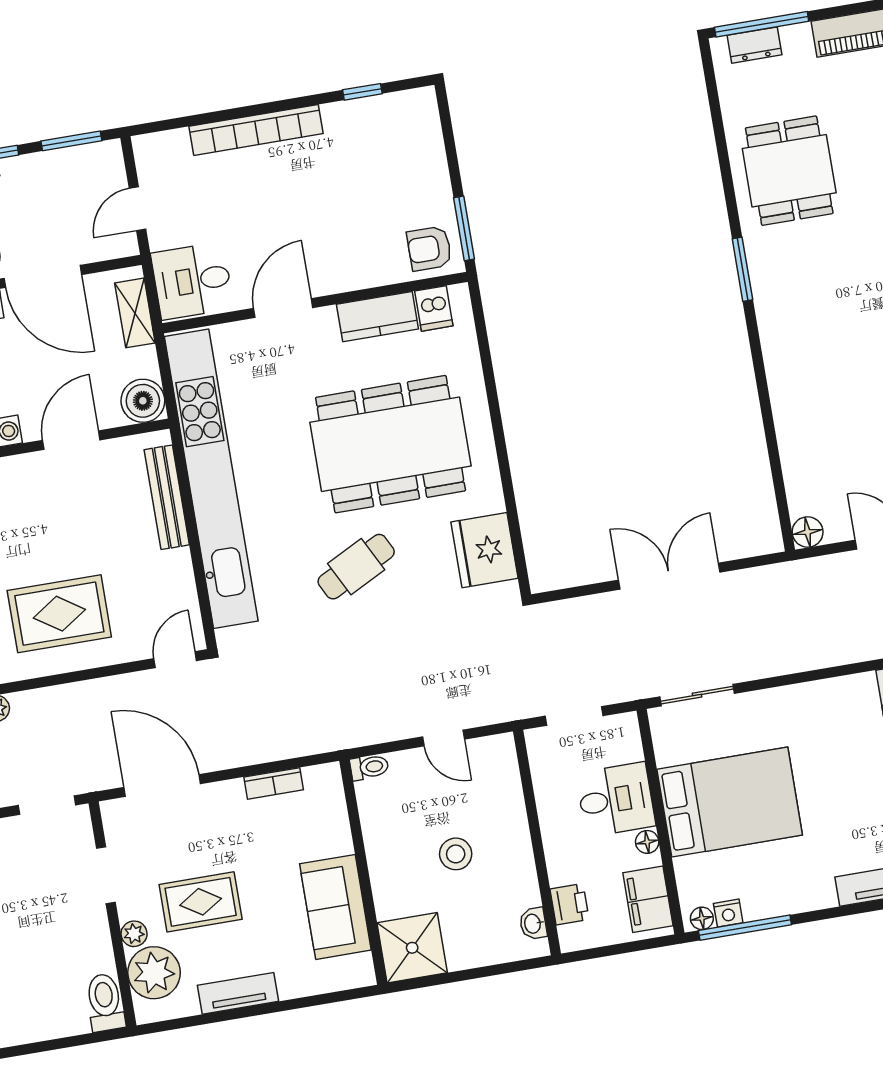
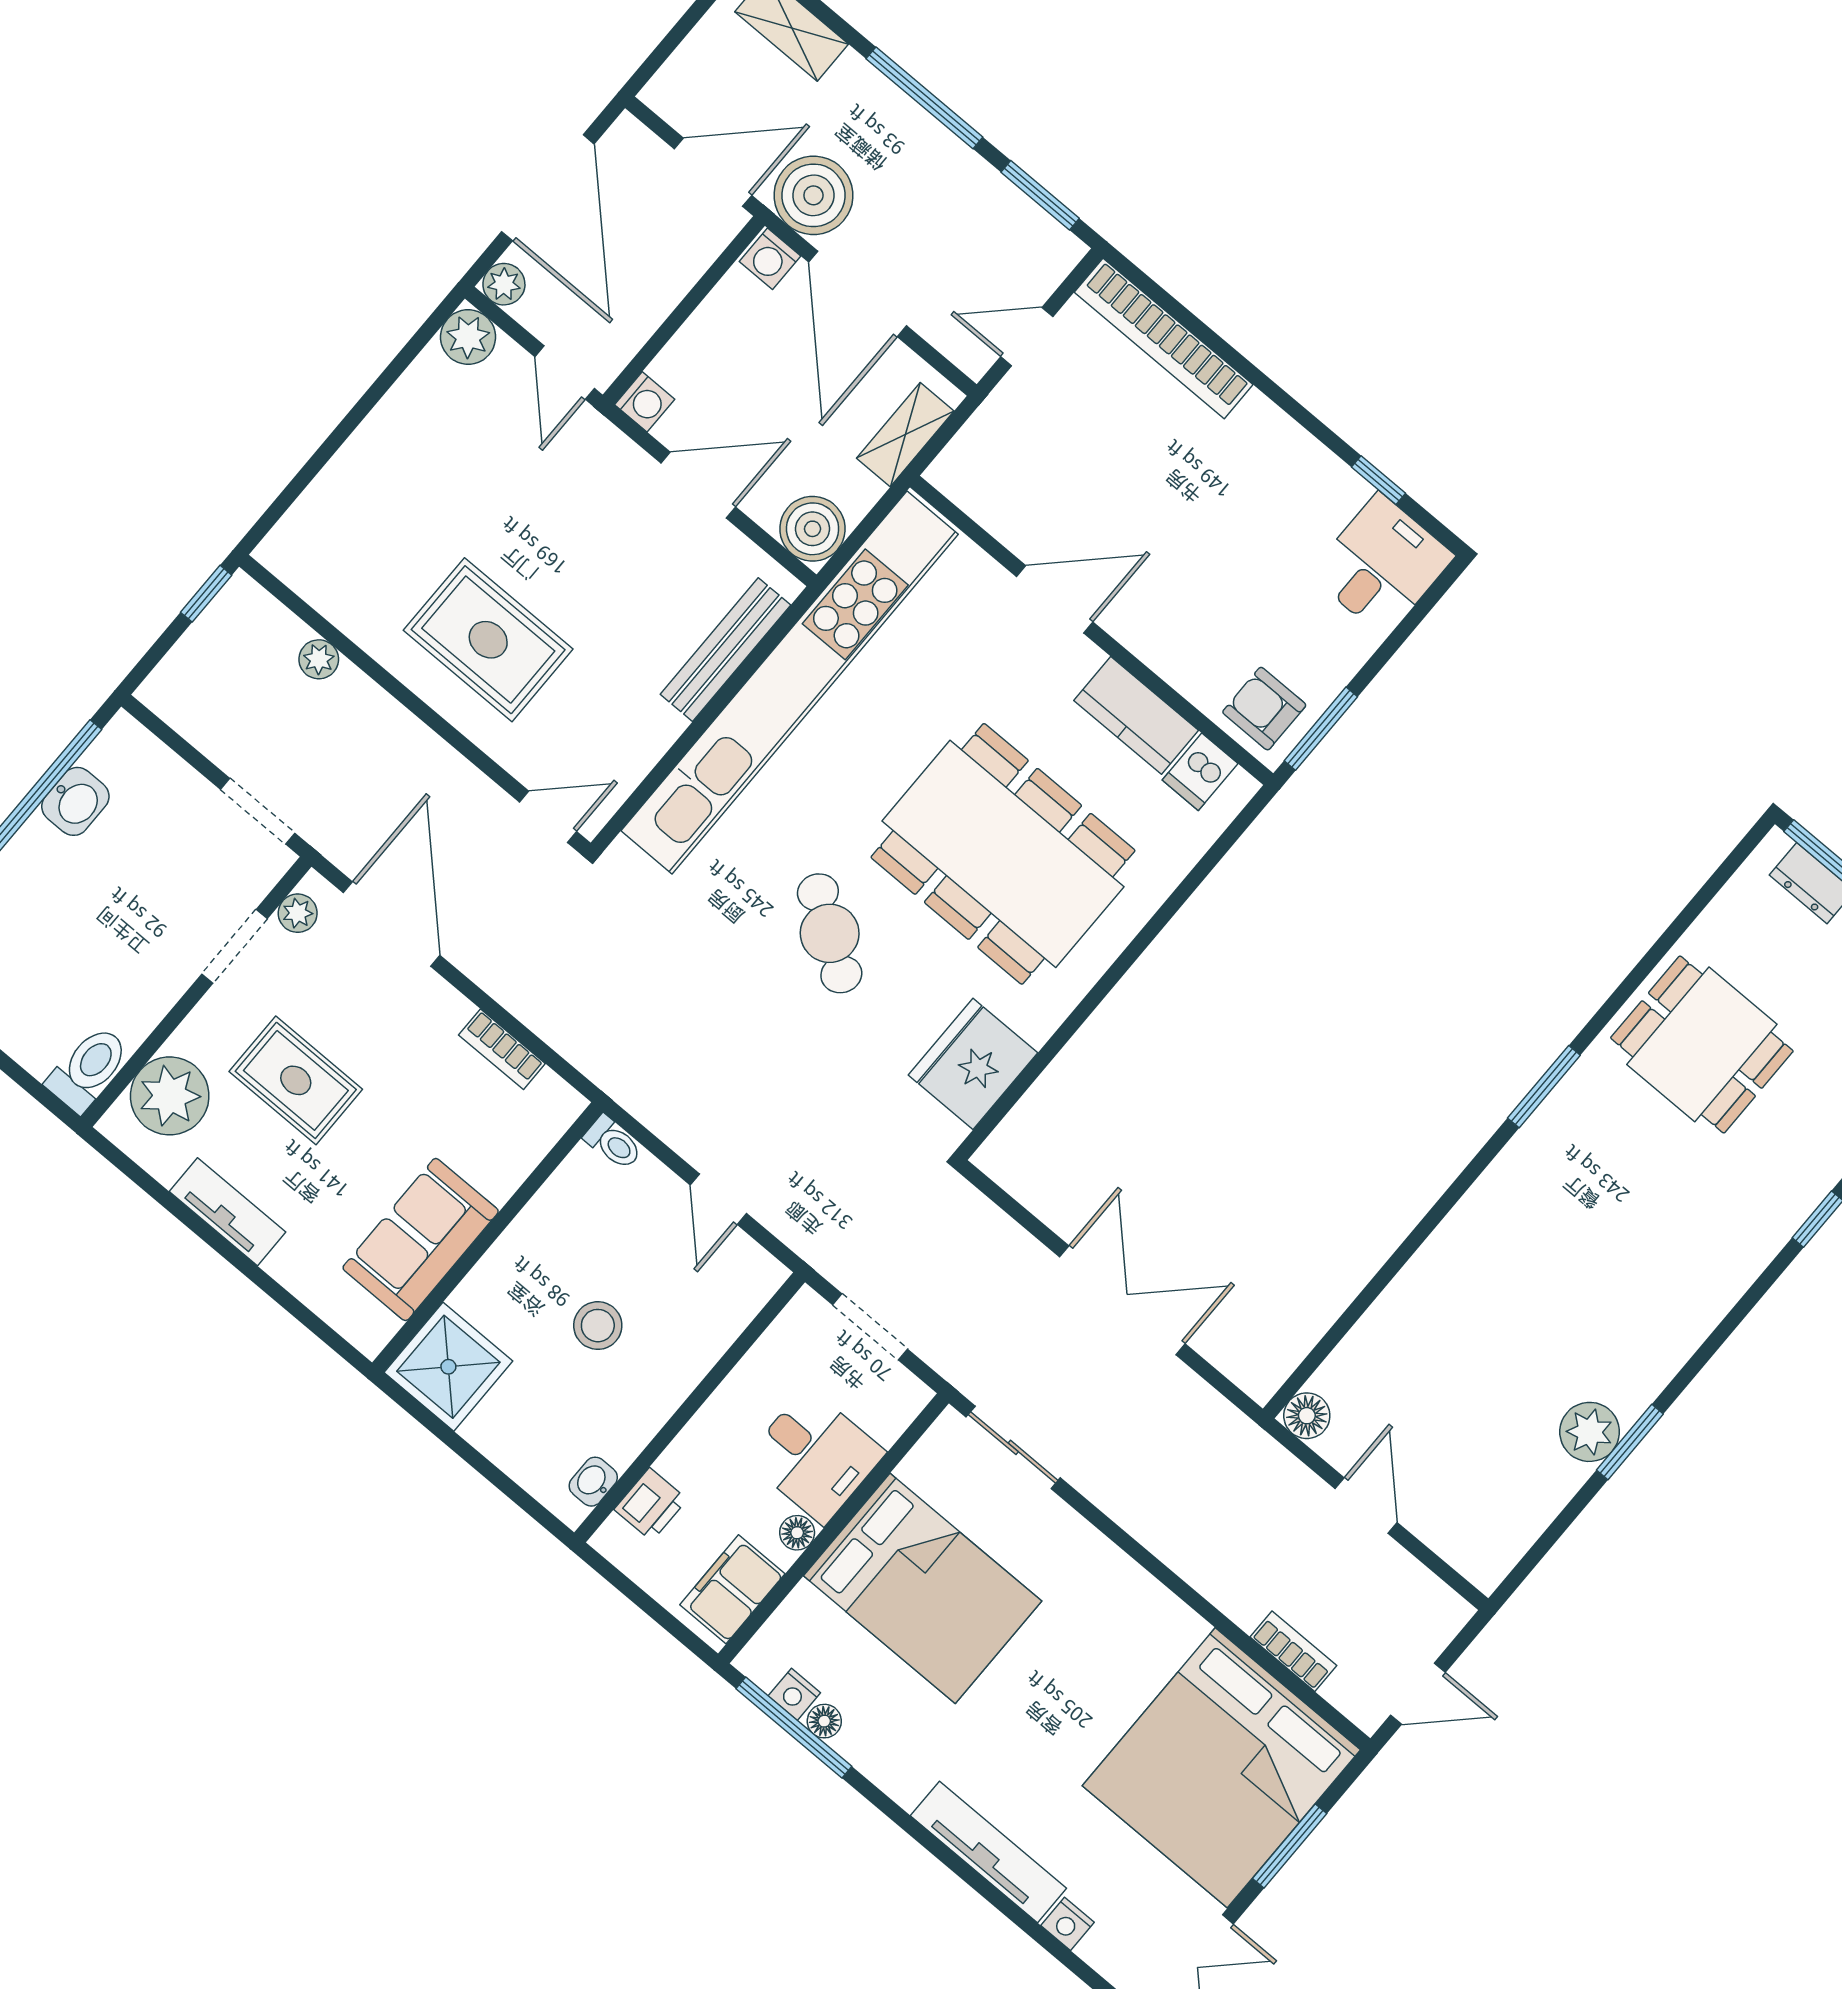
bookcase: (256, 130) -> (1164, 338), moved
dining table: (789, 171) -> (1702, 1044), turned 90
desk: (192, 281) -> (1382, 565), moved, turned 90
cafe table: (356, 567) -> (830, 933), turned 61
floor lamp: (702, 918) -> (824, 1721), moved
plant: (134, 934) -> (298, 913), moved

